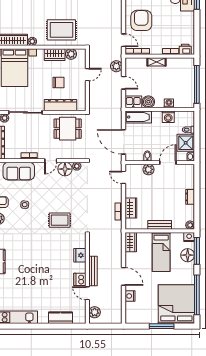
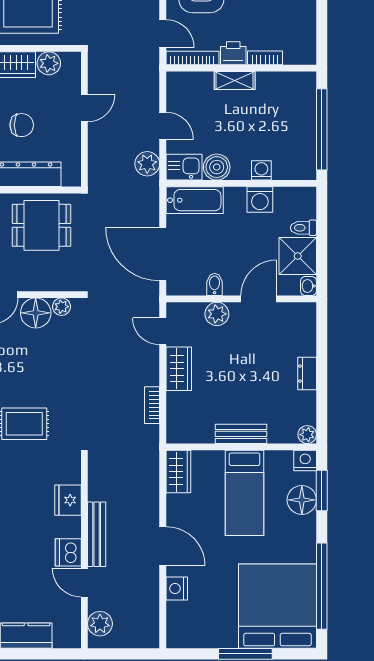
printer: (185, 49) -> (233, 53), moved
plant: (116, 66) -> (147, 164), moved
wardrobe: (131, 208) -> (179, 369), moved
window: (197, 251) -> (322, 491), width x0.69

